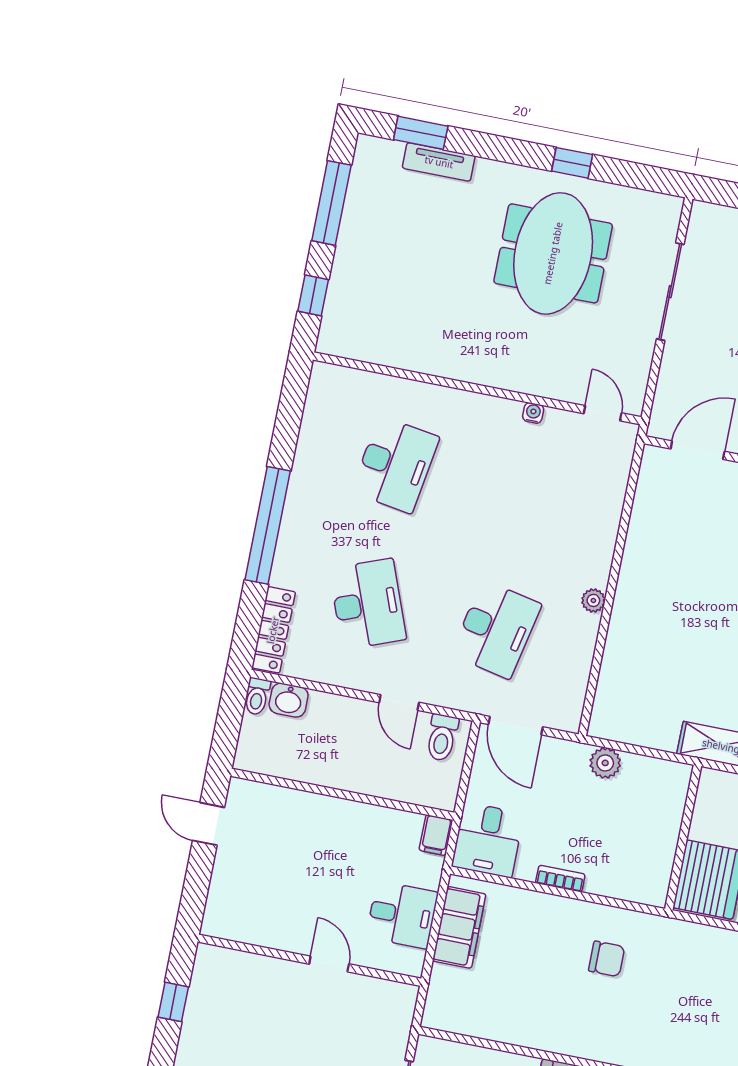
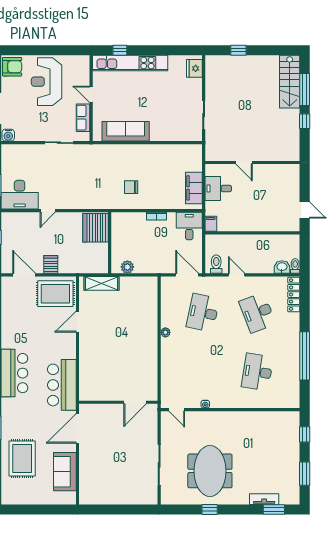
window: (331, 203) -> (305, 474), width x0.69
window: (268, 525) -> (305, 356), moved
plant: (605, 763) -> (127, 267), moved
window: (173, 1002) -> (305, 121), moved

